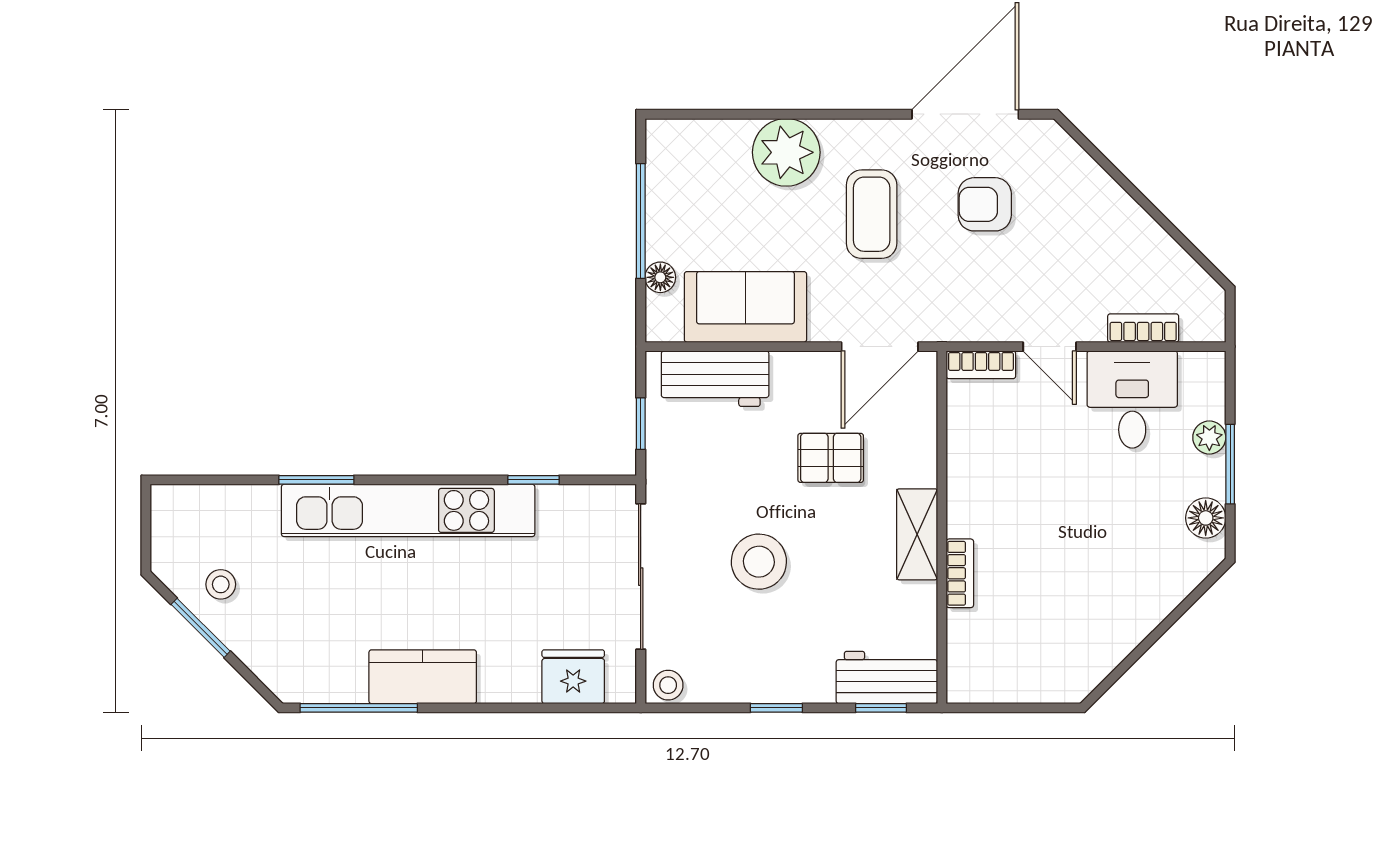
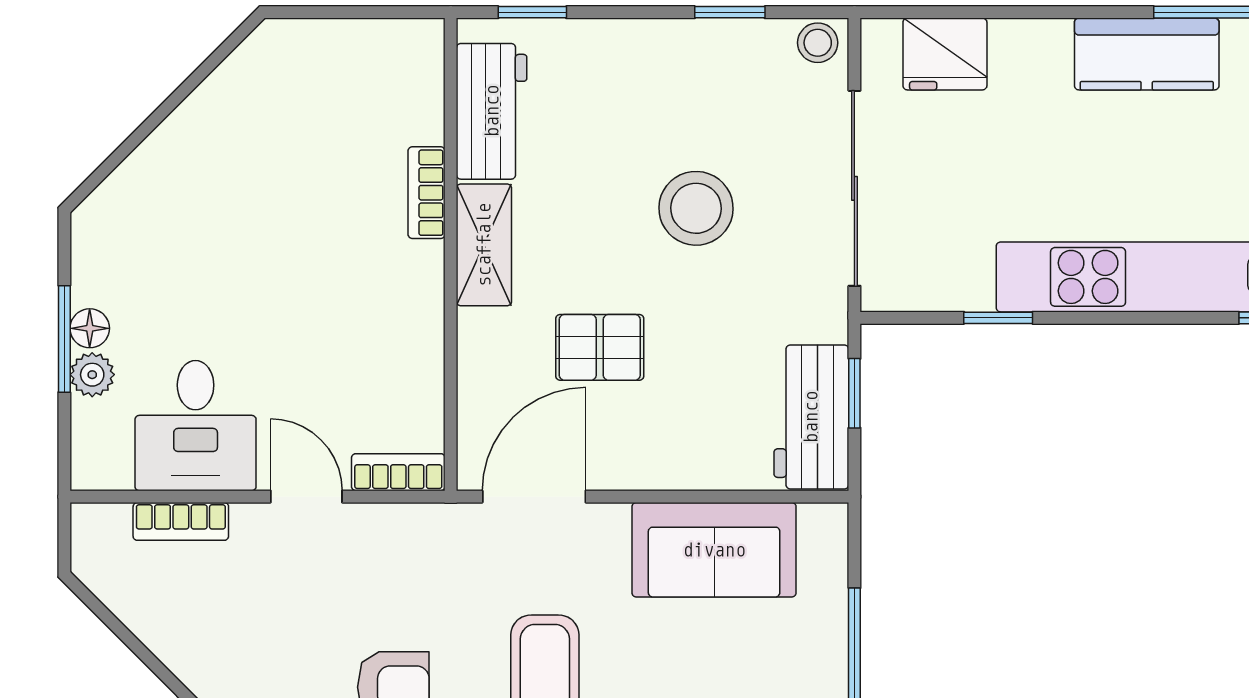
floor lamp: (660, 277) -> (828, 589), removed
workbench: (715, 379) -> (811, 417), moved, turned -90
floor lamp: (1206, 518) -> (90, 328), moved, width x0.73, depth x0.73
workbench: (887, 677) -> (492, 111), moved, turned -90
window: (776, 708) -> (730, 12), moved

